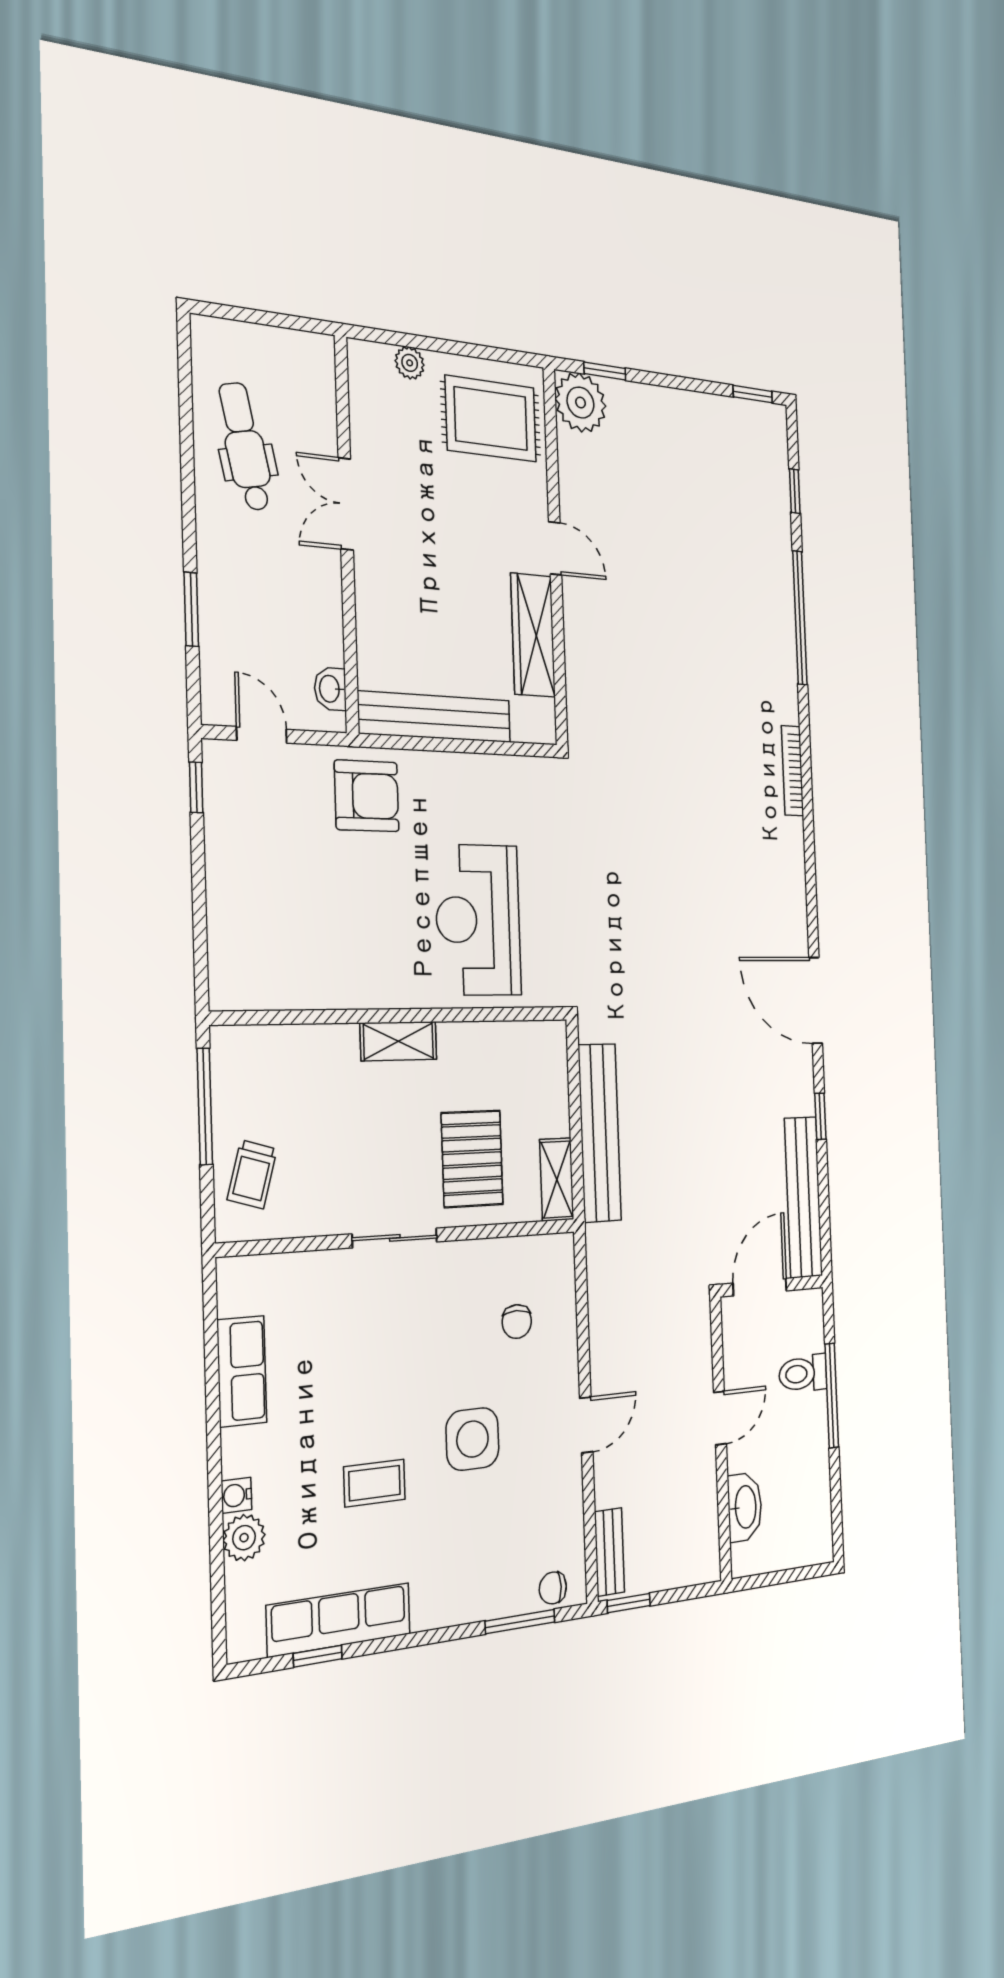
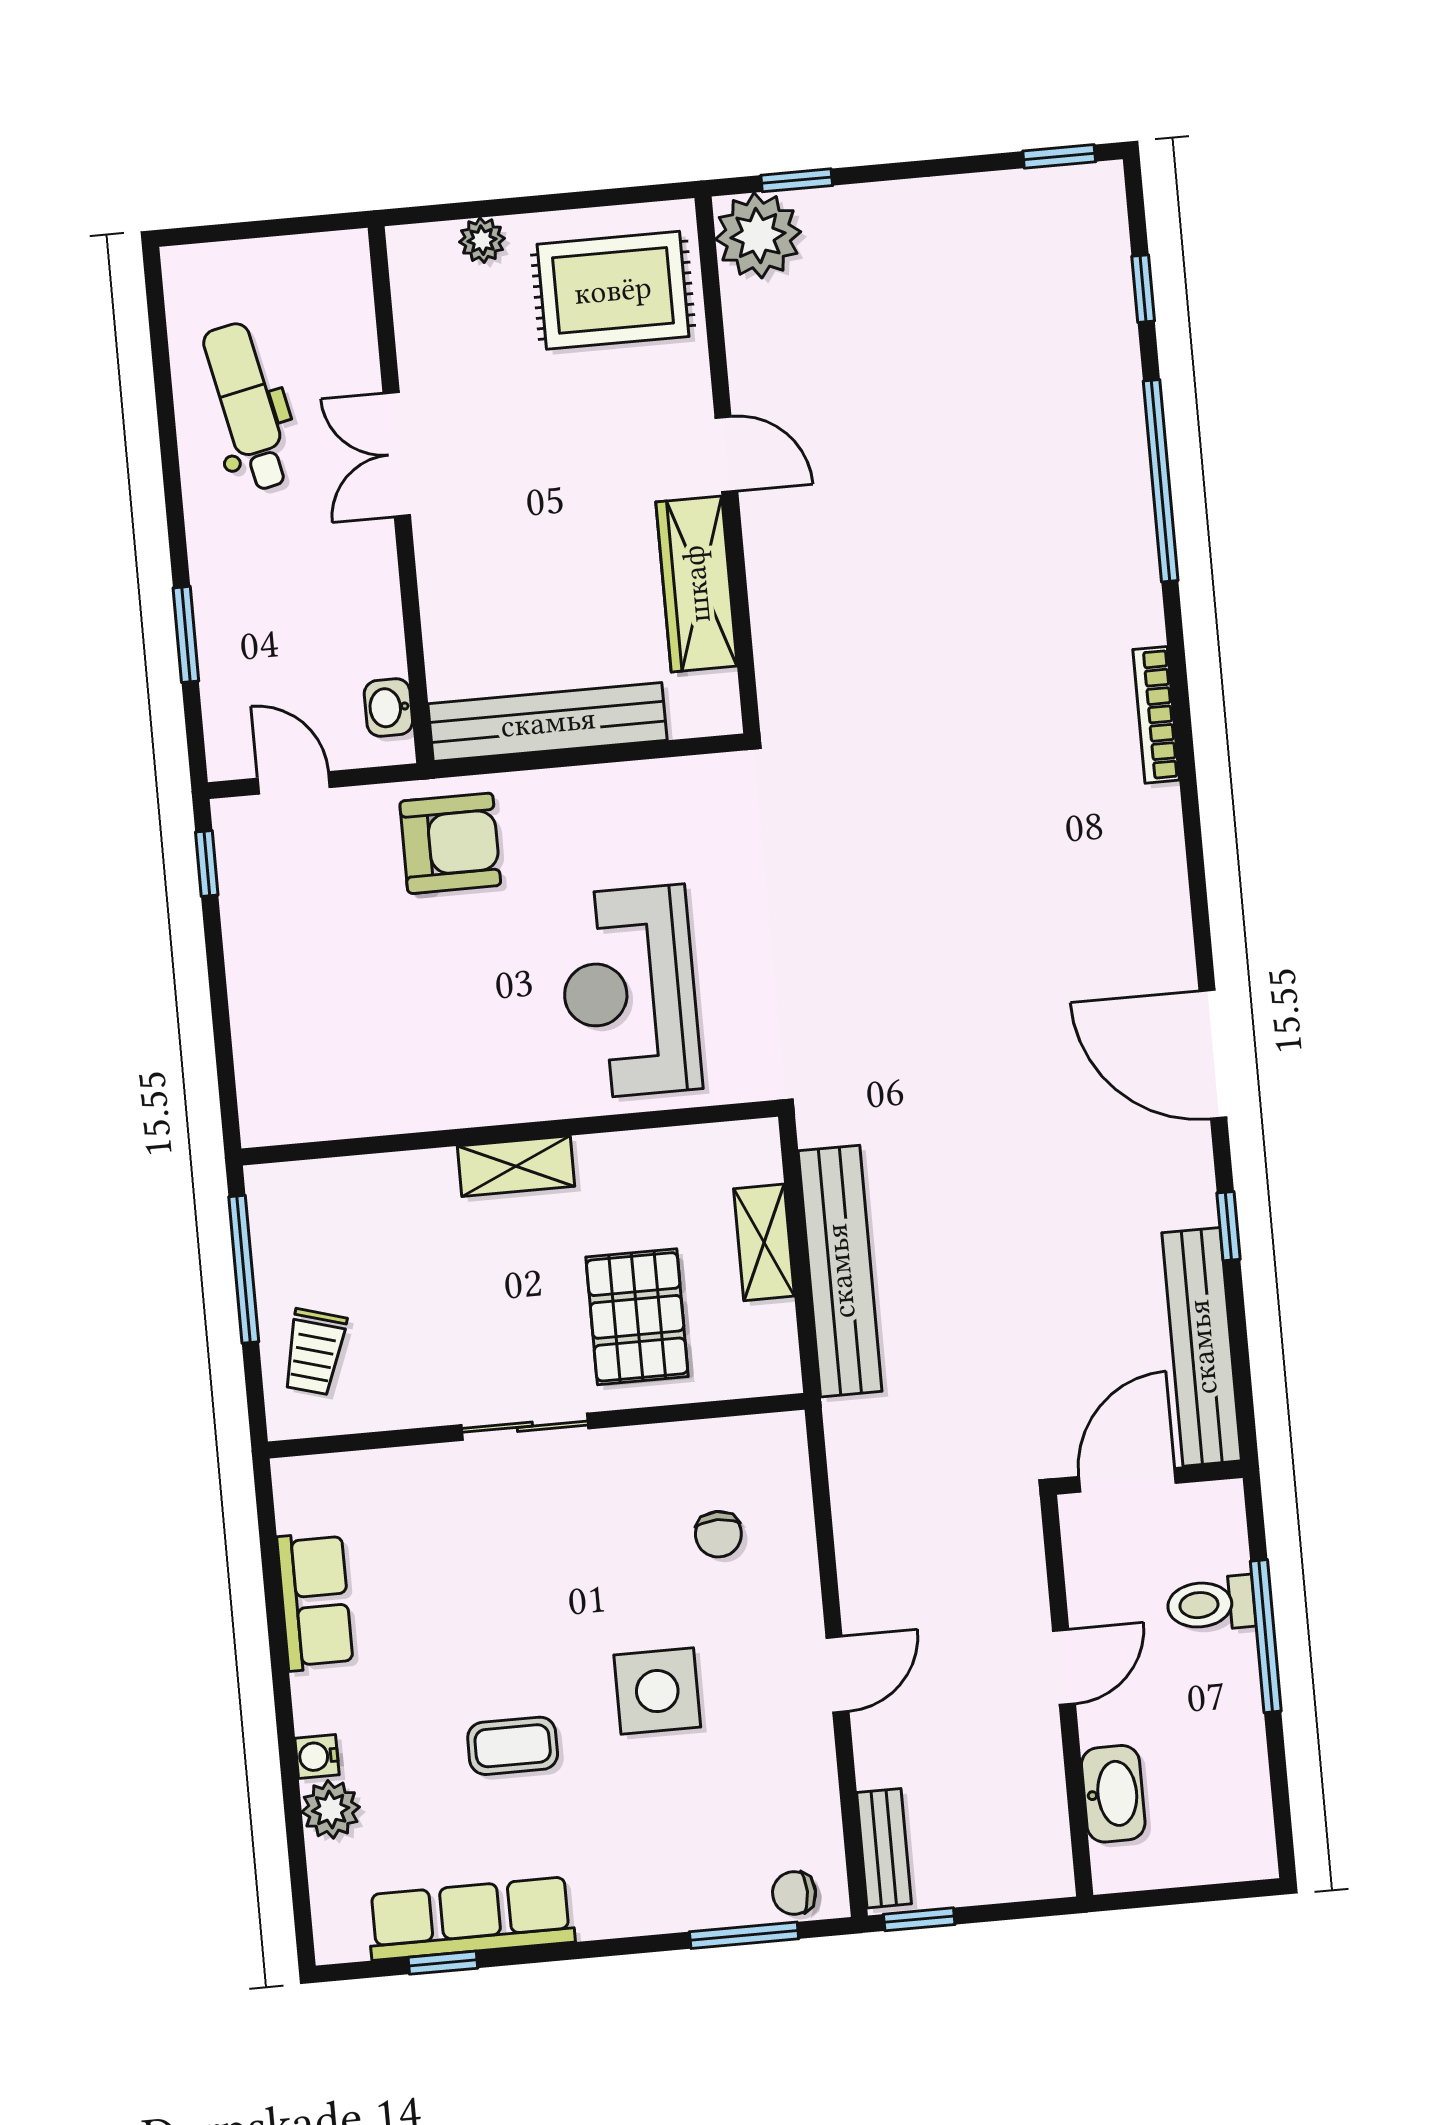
shelving: (557, 1179) -> (764, 1242), moved

